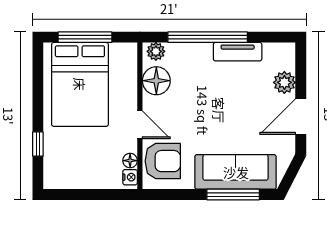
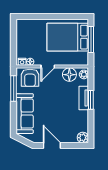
window: (208, 37) -> (91, 100), width x0.47
tv unit: (238, 52) -> (84, 98), moved
plant: (284, 82) -> (83, 138), moved
window: (38, 144) -> (38, 16), removed
window: (233, 195) -> (14, 89), moved

